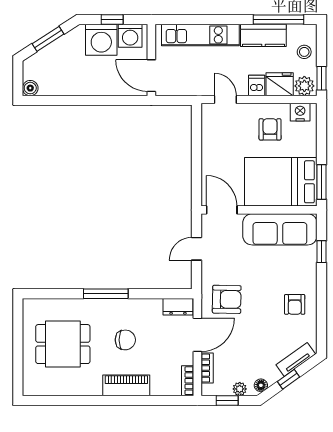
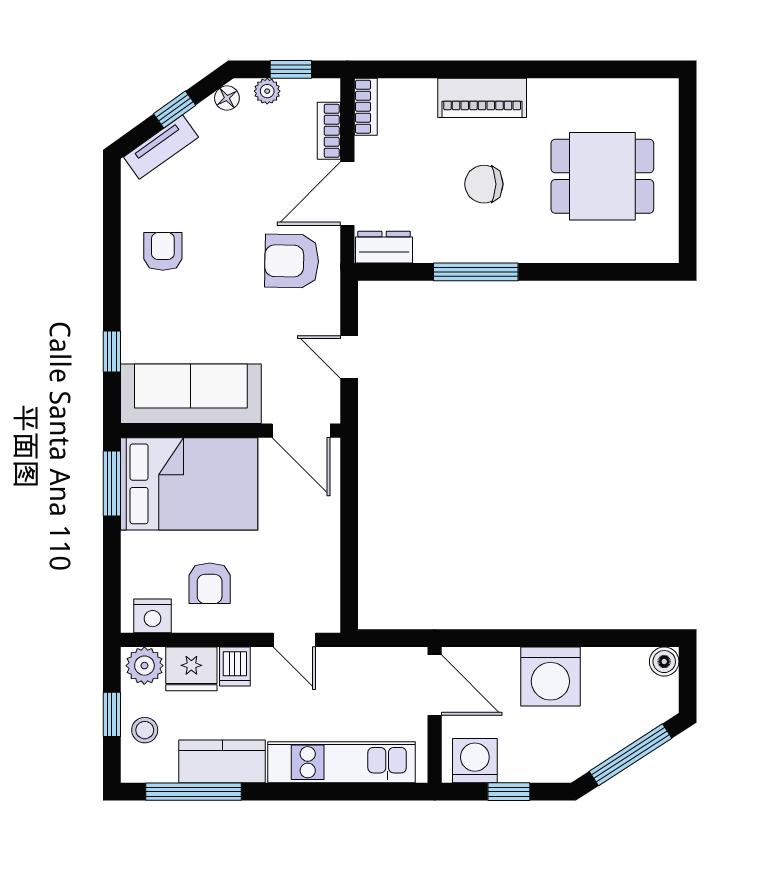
window: (48, 39) -> (631, 755), width x1.44
washing machine: (101, 40) -> (550, 677), moved, turned 180
window: (322, 78) -> (112, 714), moved
door: (196, 249) -> (349, 357), swing flipped
window: (106, 294) -> (476, 272), moved

